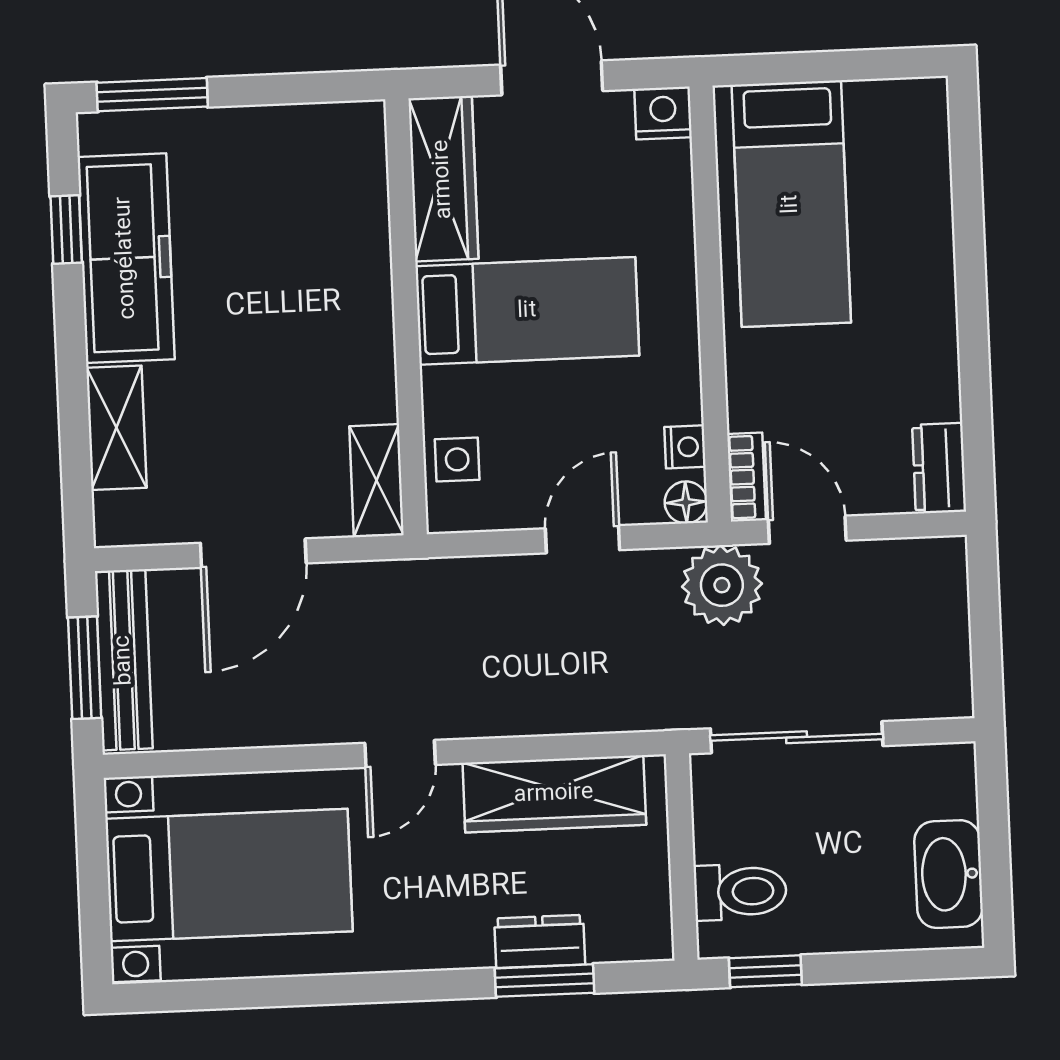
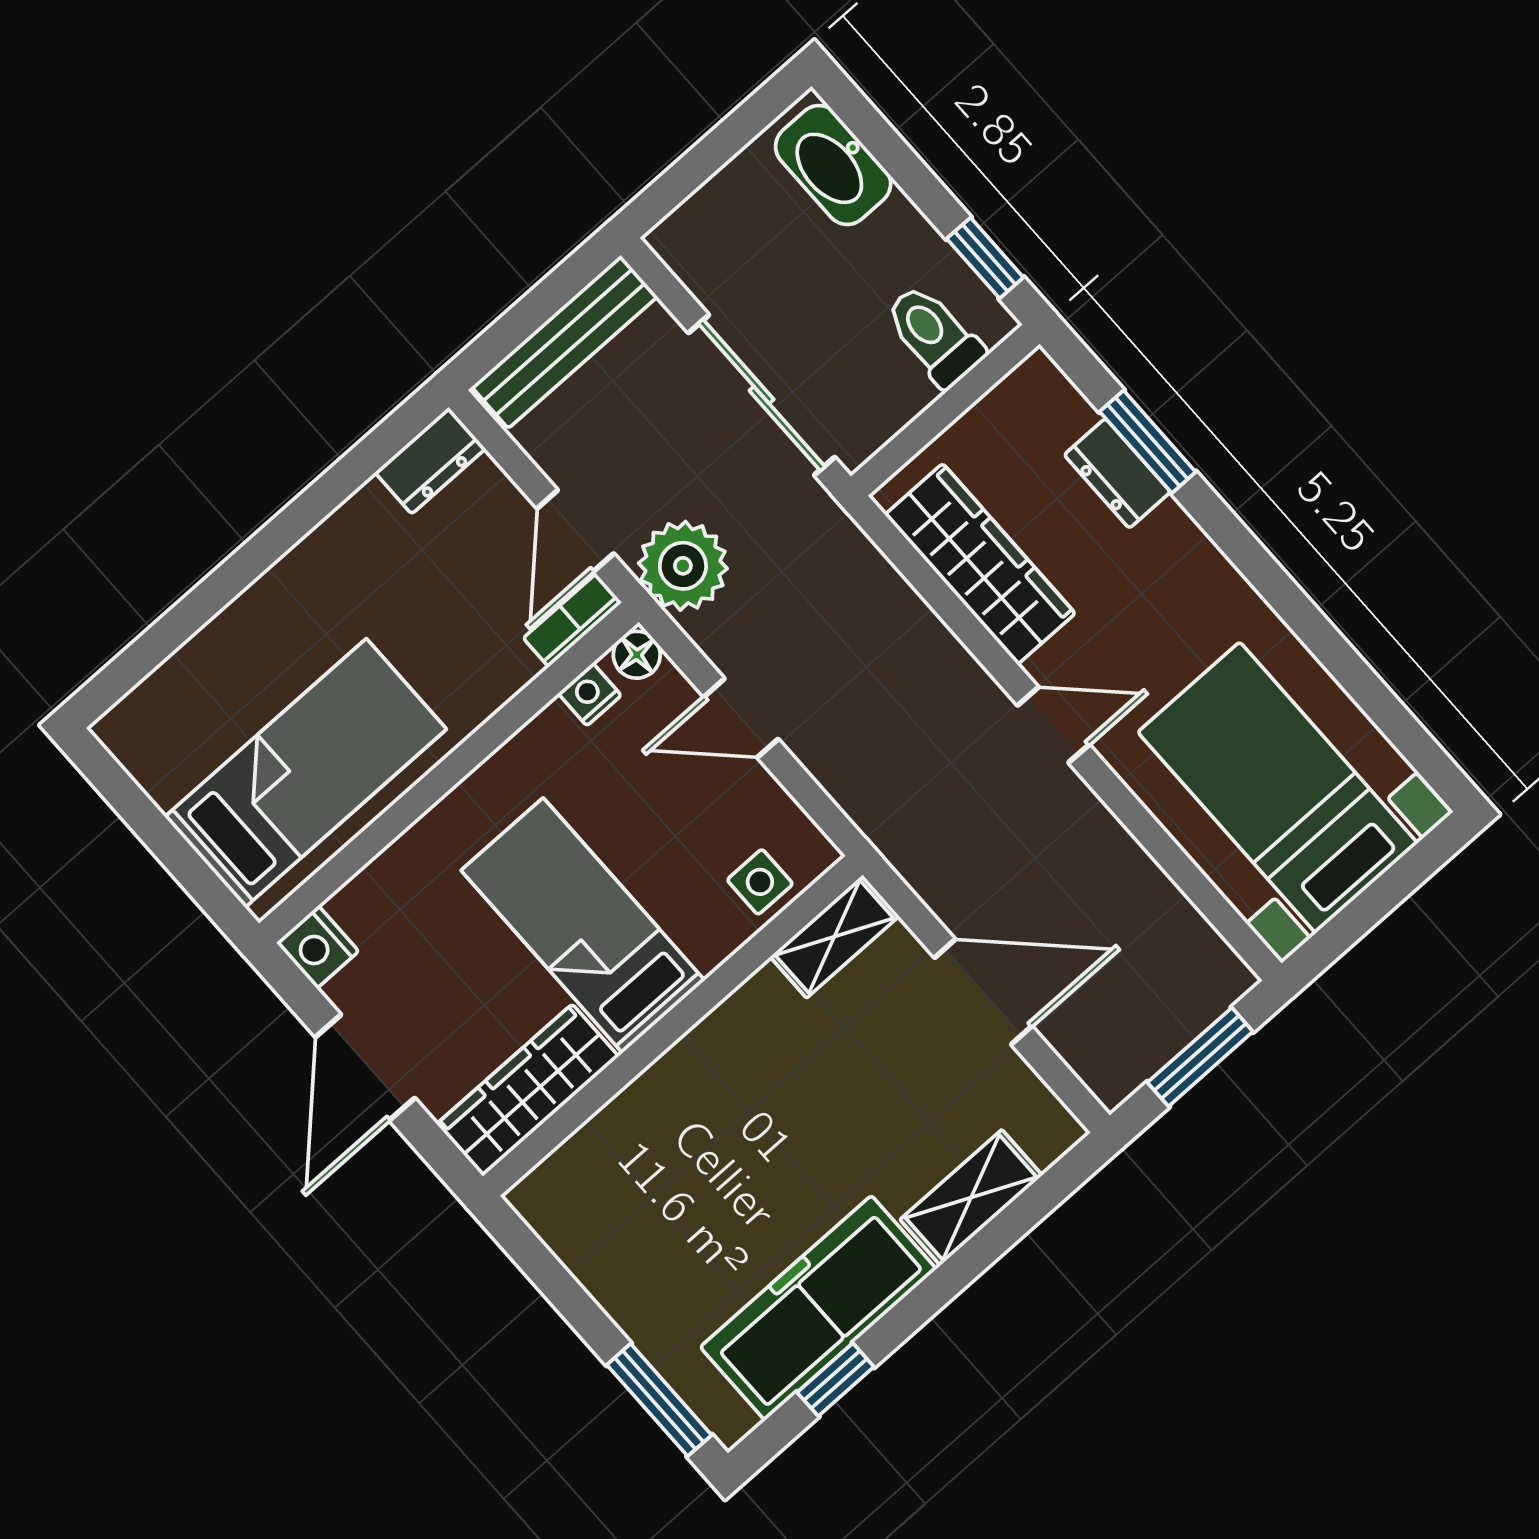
bench: (124, 660) -> (564, 342), moved
washbasin: (949, 874) -> (833, 165), moved, turned 90

